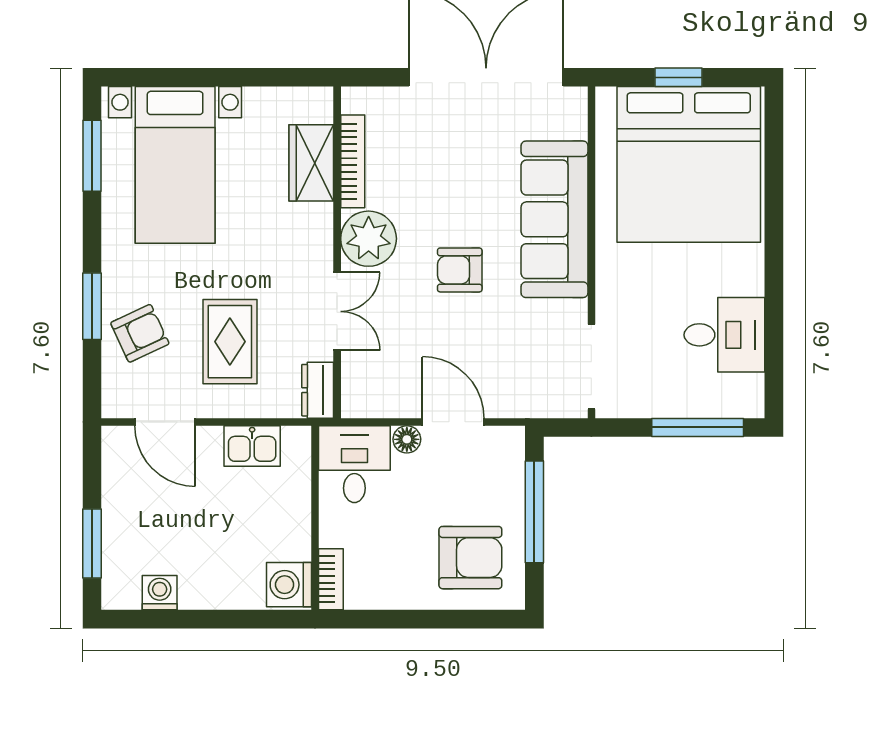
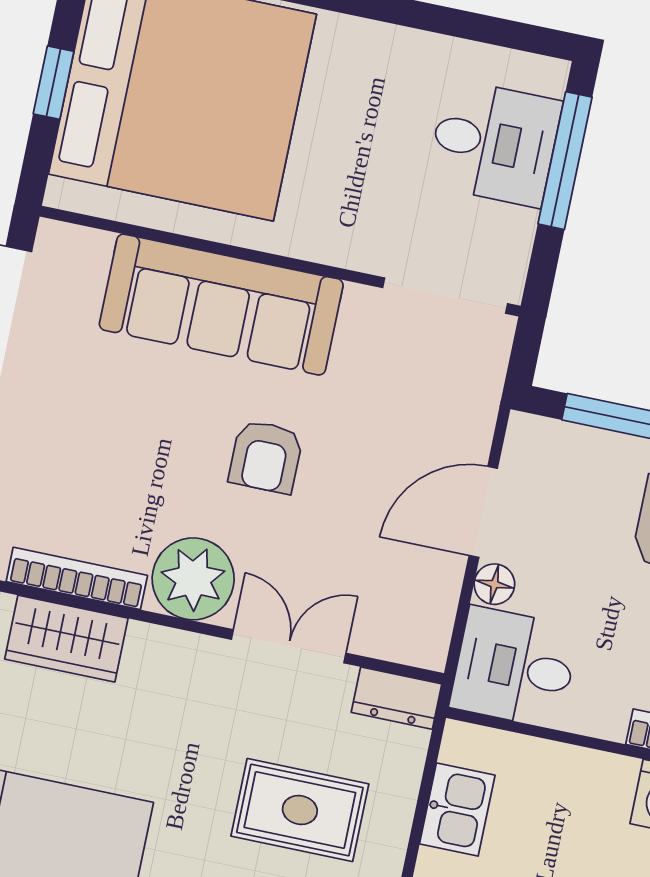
desk: (724, 335) -> (494, 143), moved, turned 90

